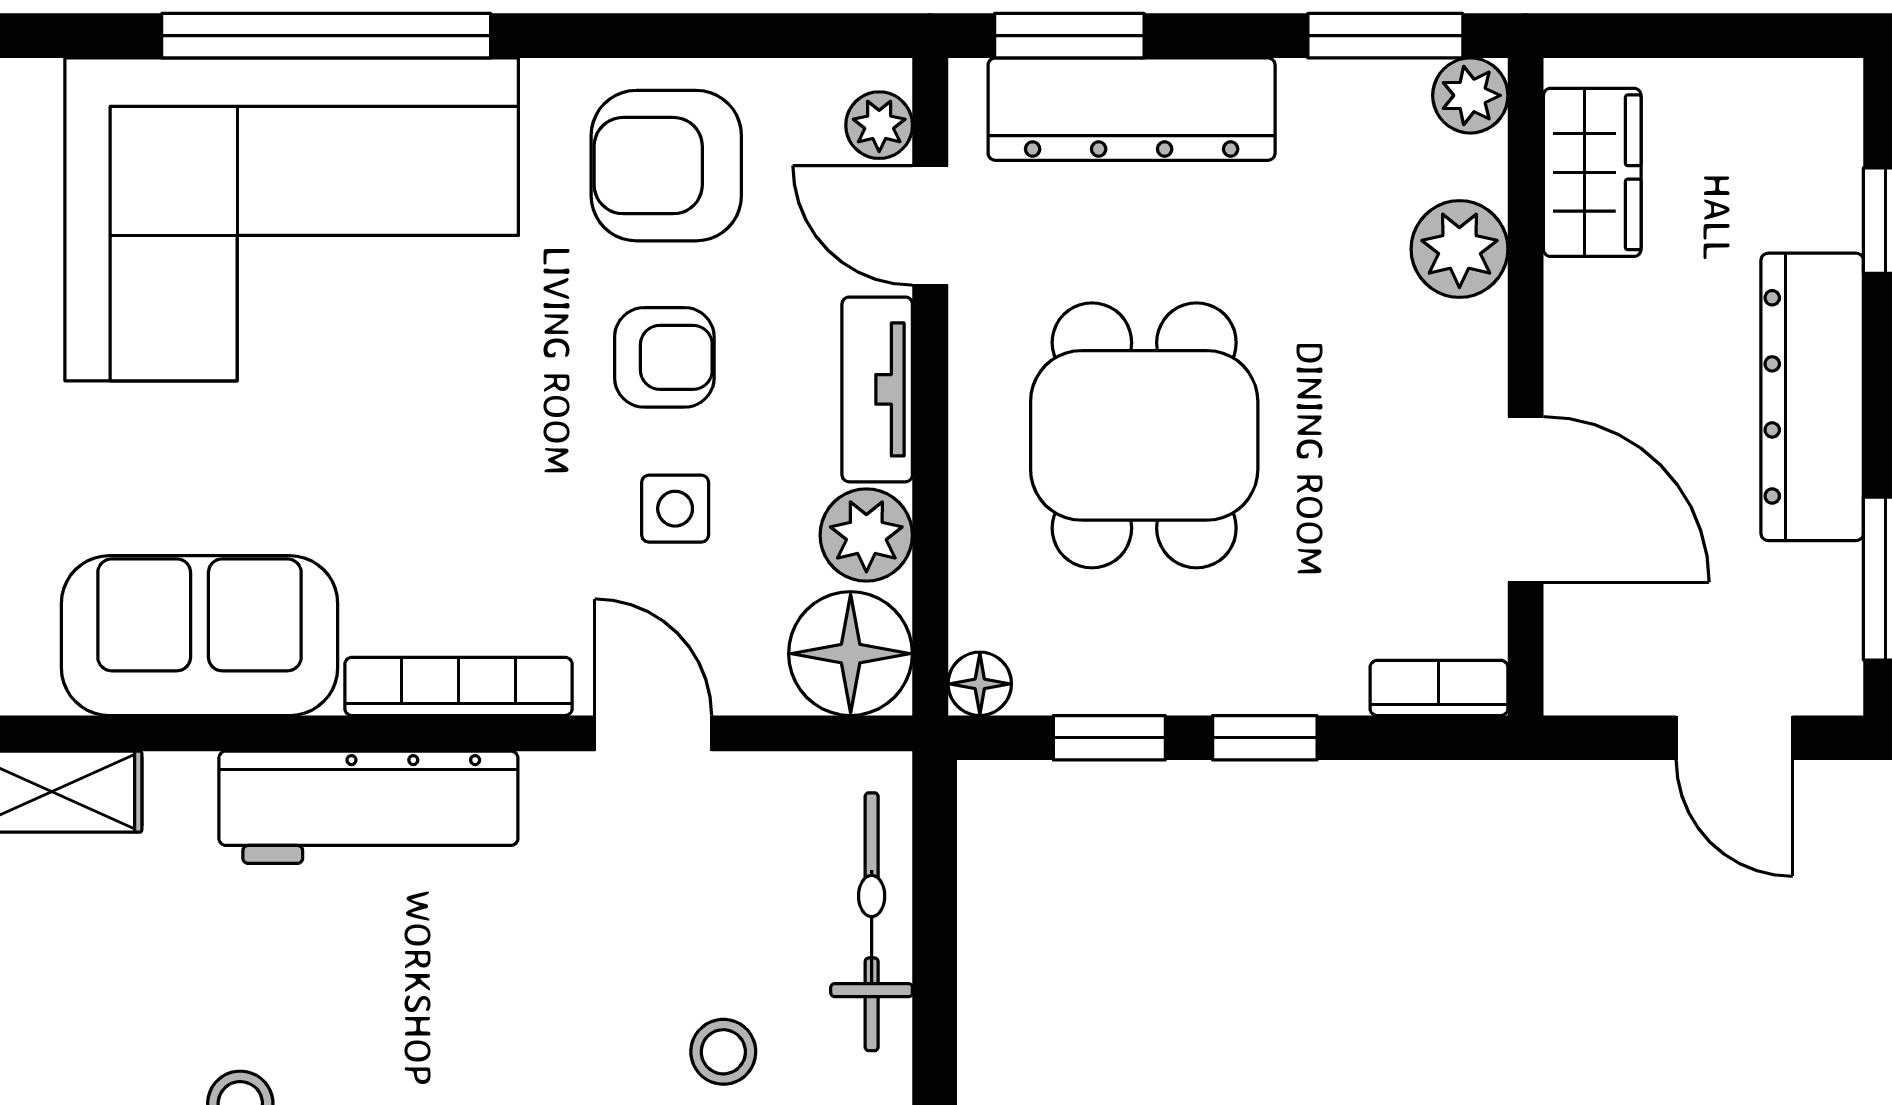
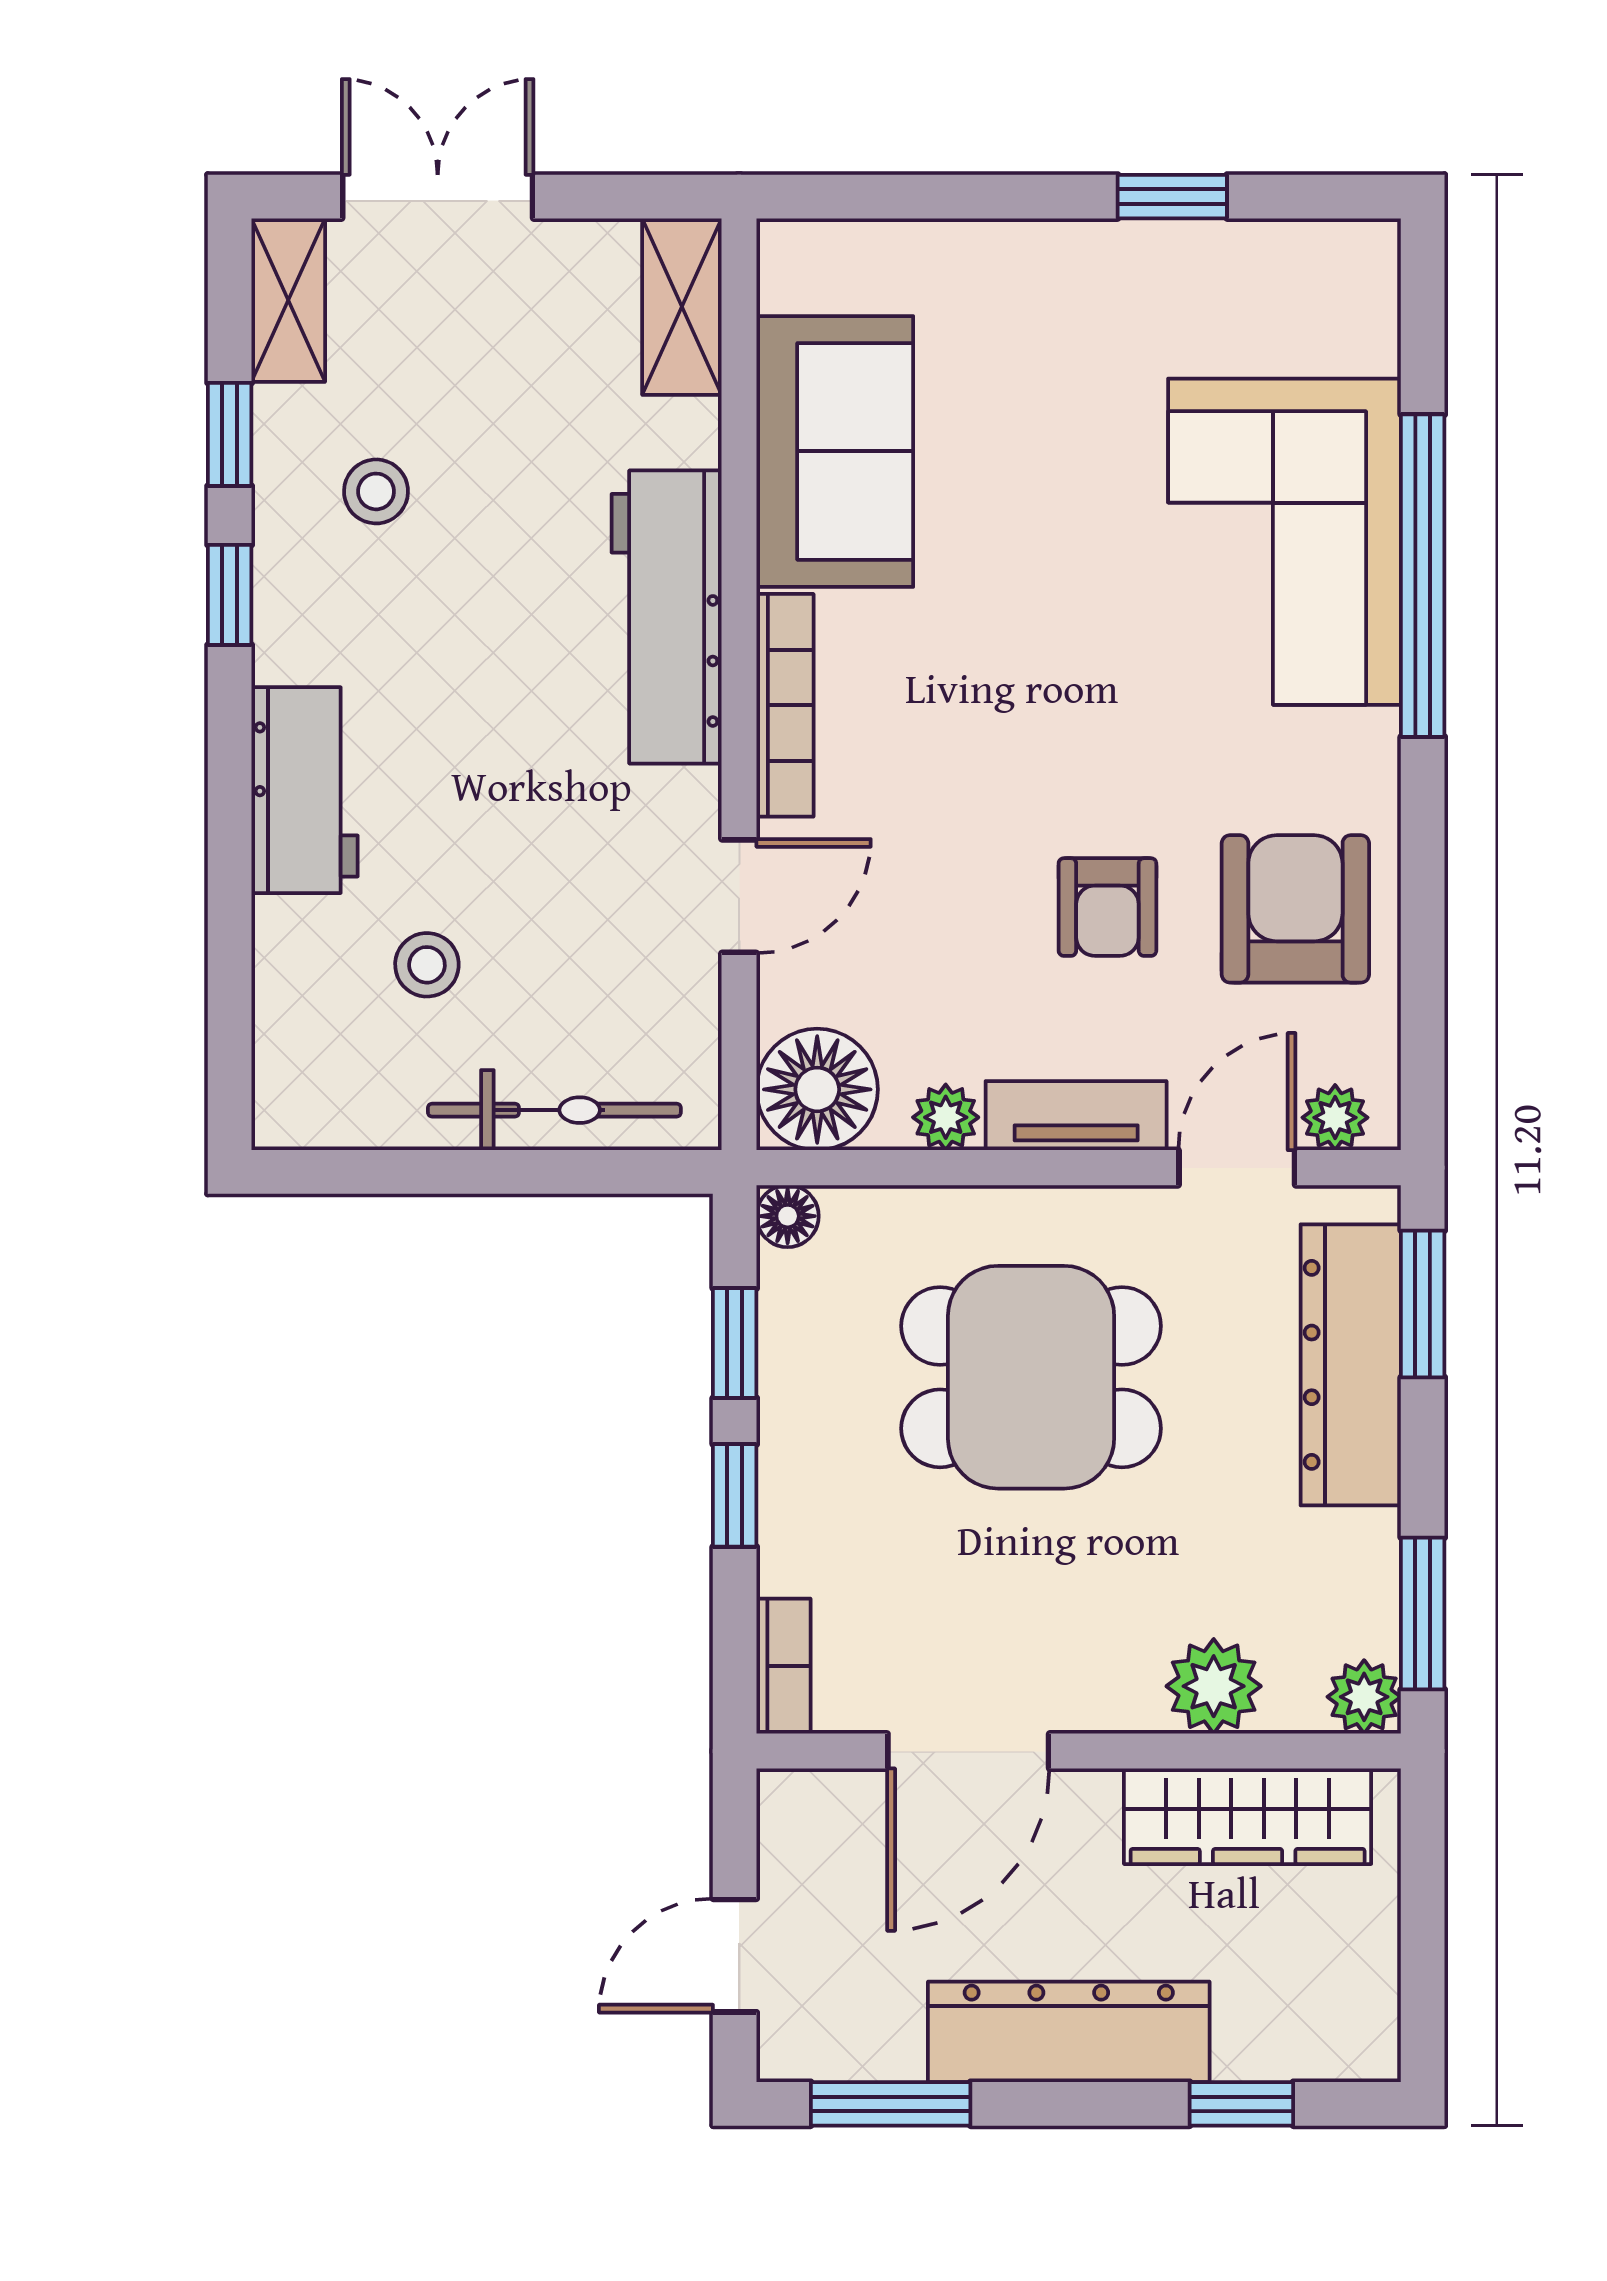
wardrobe: (1592, 172) -> (1248, 1816), width x1.50
corner sofa: (292, 219) -> (1285, 542), width x0.73, depth x0.74
side table: (675, 509) -> (959, 918), removed
plant: (866, 535) -> (946, 1117), width x0.73, depth x0.73

